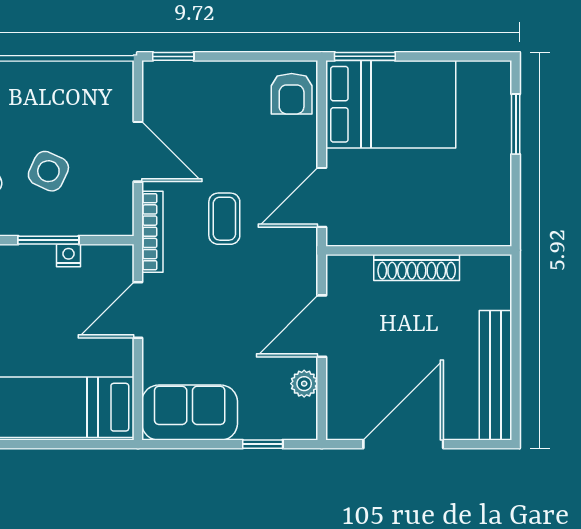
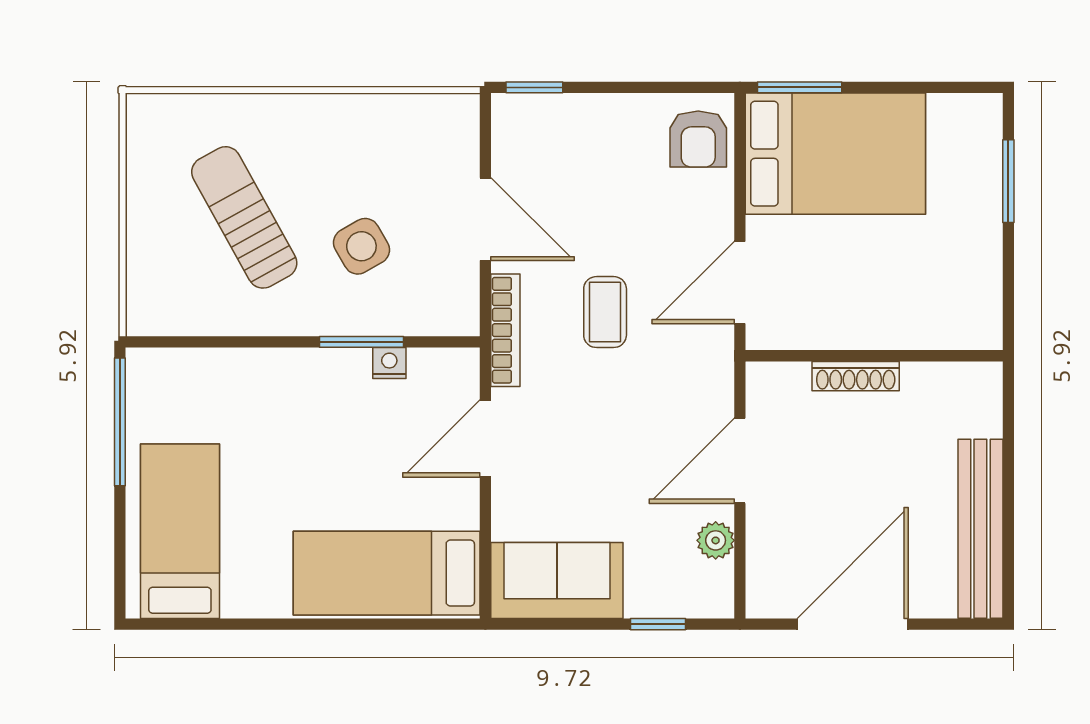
side table: (48, 171) -> (361, 246), turned 35
shoe rack: (417, 267) -> (856, 376), width x0.74, depth x0.81

